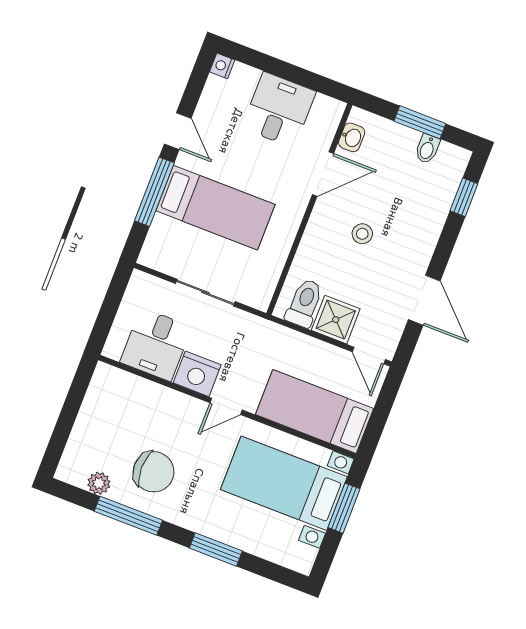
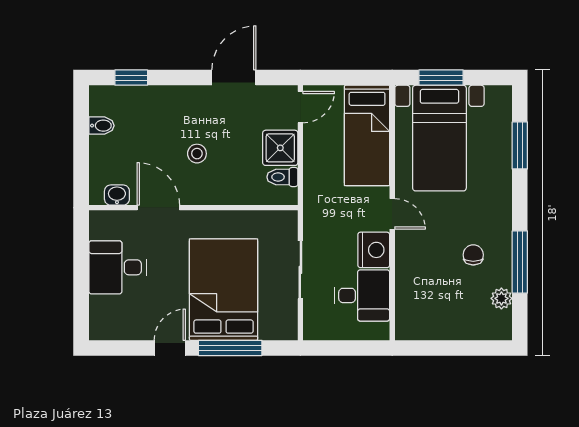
nightstand: (222, 66) -> (98, 331), removed
window: (420, 122) -> (81, 141), removed
bed: (215, 208) -> (223, 290), width x1.50
toilet: (304, 303) -> (282, 177), width x0.73, depth x0.72
chair: (154, 472) -> (473, 255), width x0.54, depth x0.54
window: (216, 549) -> (520, 145), moved

